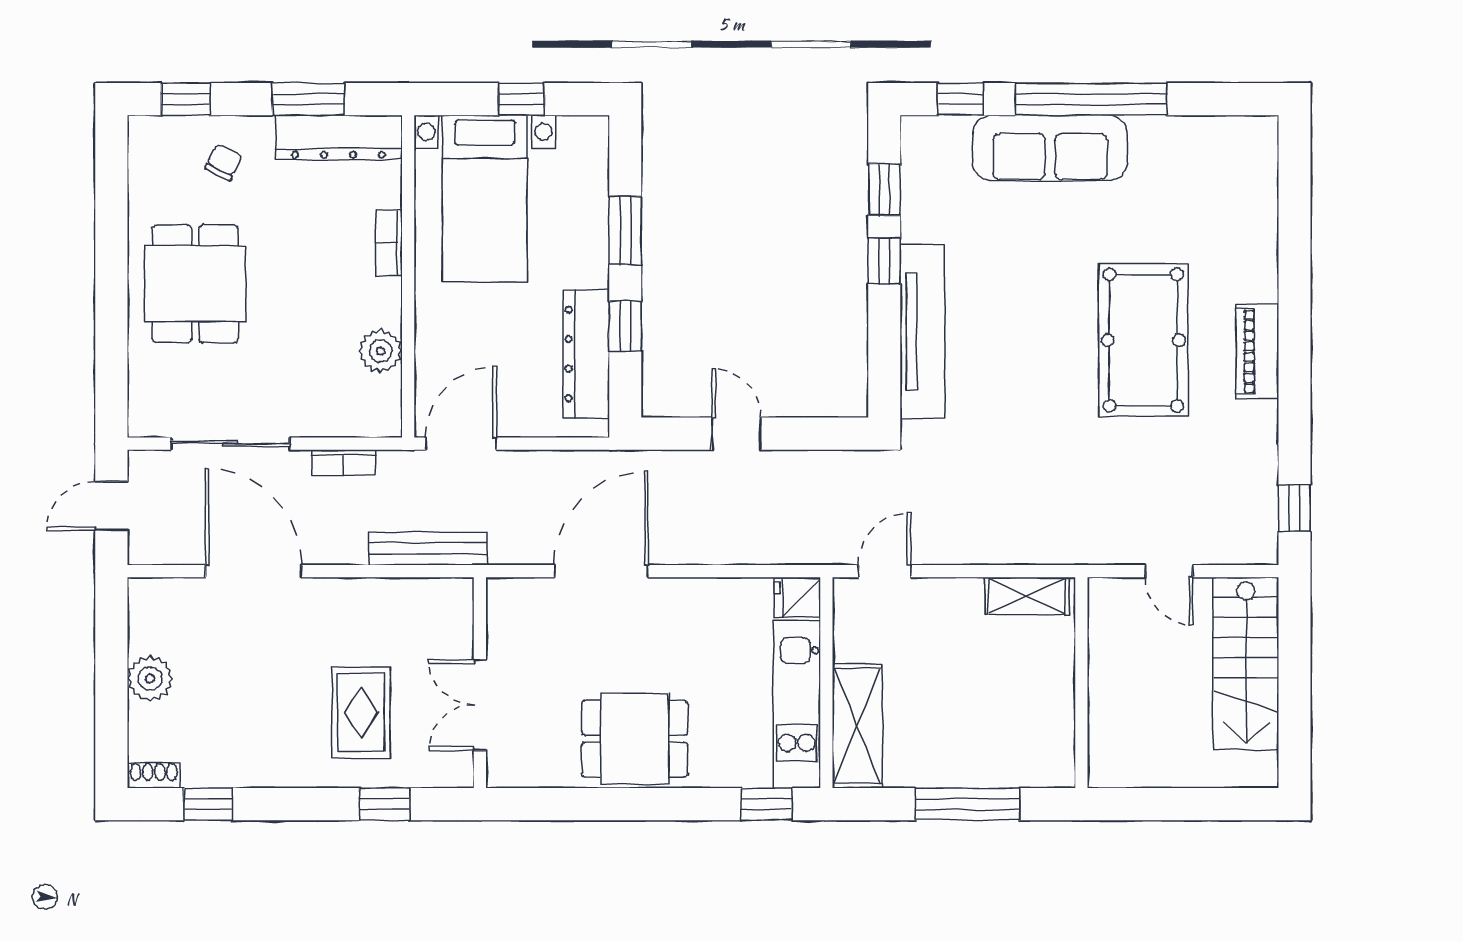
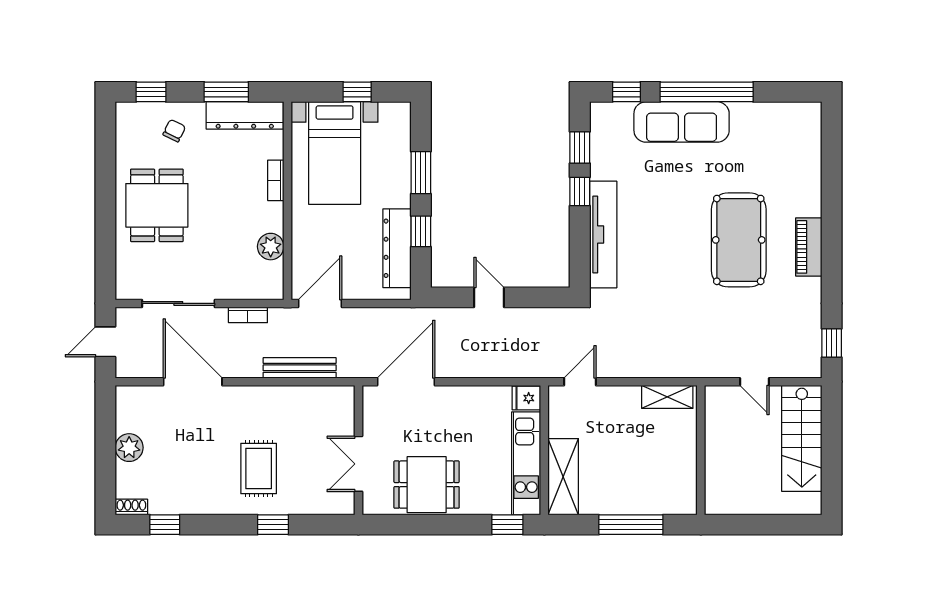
wall: (480, 683) -> (358, 450), moved
double door: (480, 705) -> (358, 464), moved

